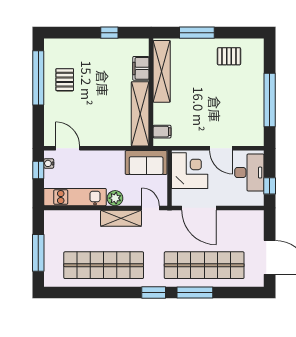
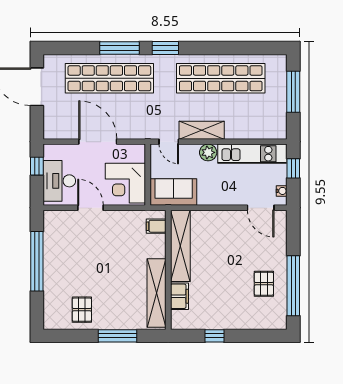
pallet: (229, 56) -> (82, 310), turned 90
window: (38, 170) -> (293, 168), moved
door: (199, 208) -> (98, 142), moved

